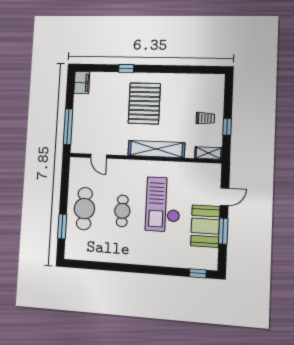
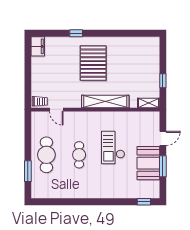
trolley: (205, 118) -> (40, 101), moved
window: (68, 127) -> (28, 85), removed
checkout: (163, 204) -> (113, 147), width x0.73, depth x0.83

